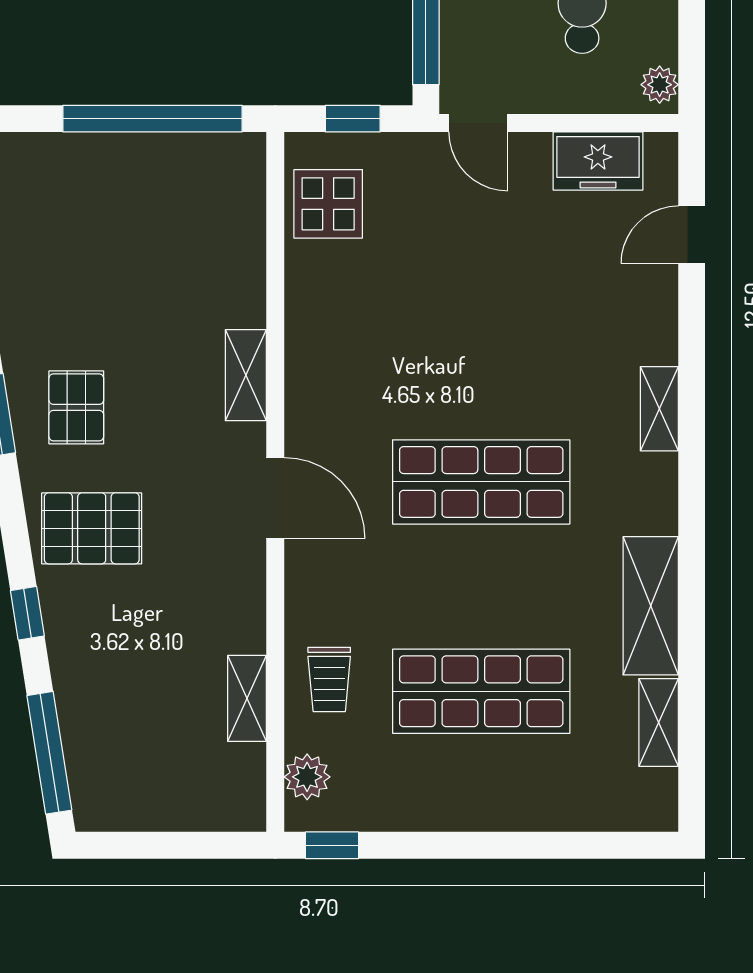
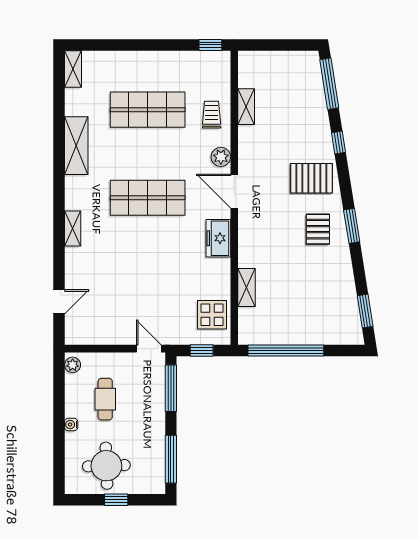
freezer: (598, 161) -> (218, 238), moved, turned -90
shelving: (246, 375) -> (247, 287), moved
shelving: (659, 722) -> (73, 69), moved
plant: (307, 777) -> (221, 157), moved

